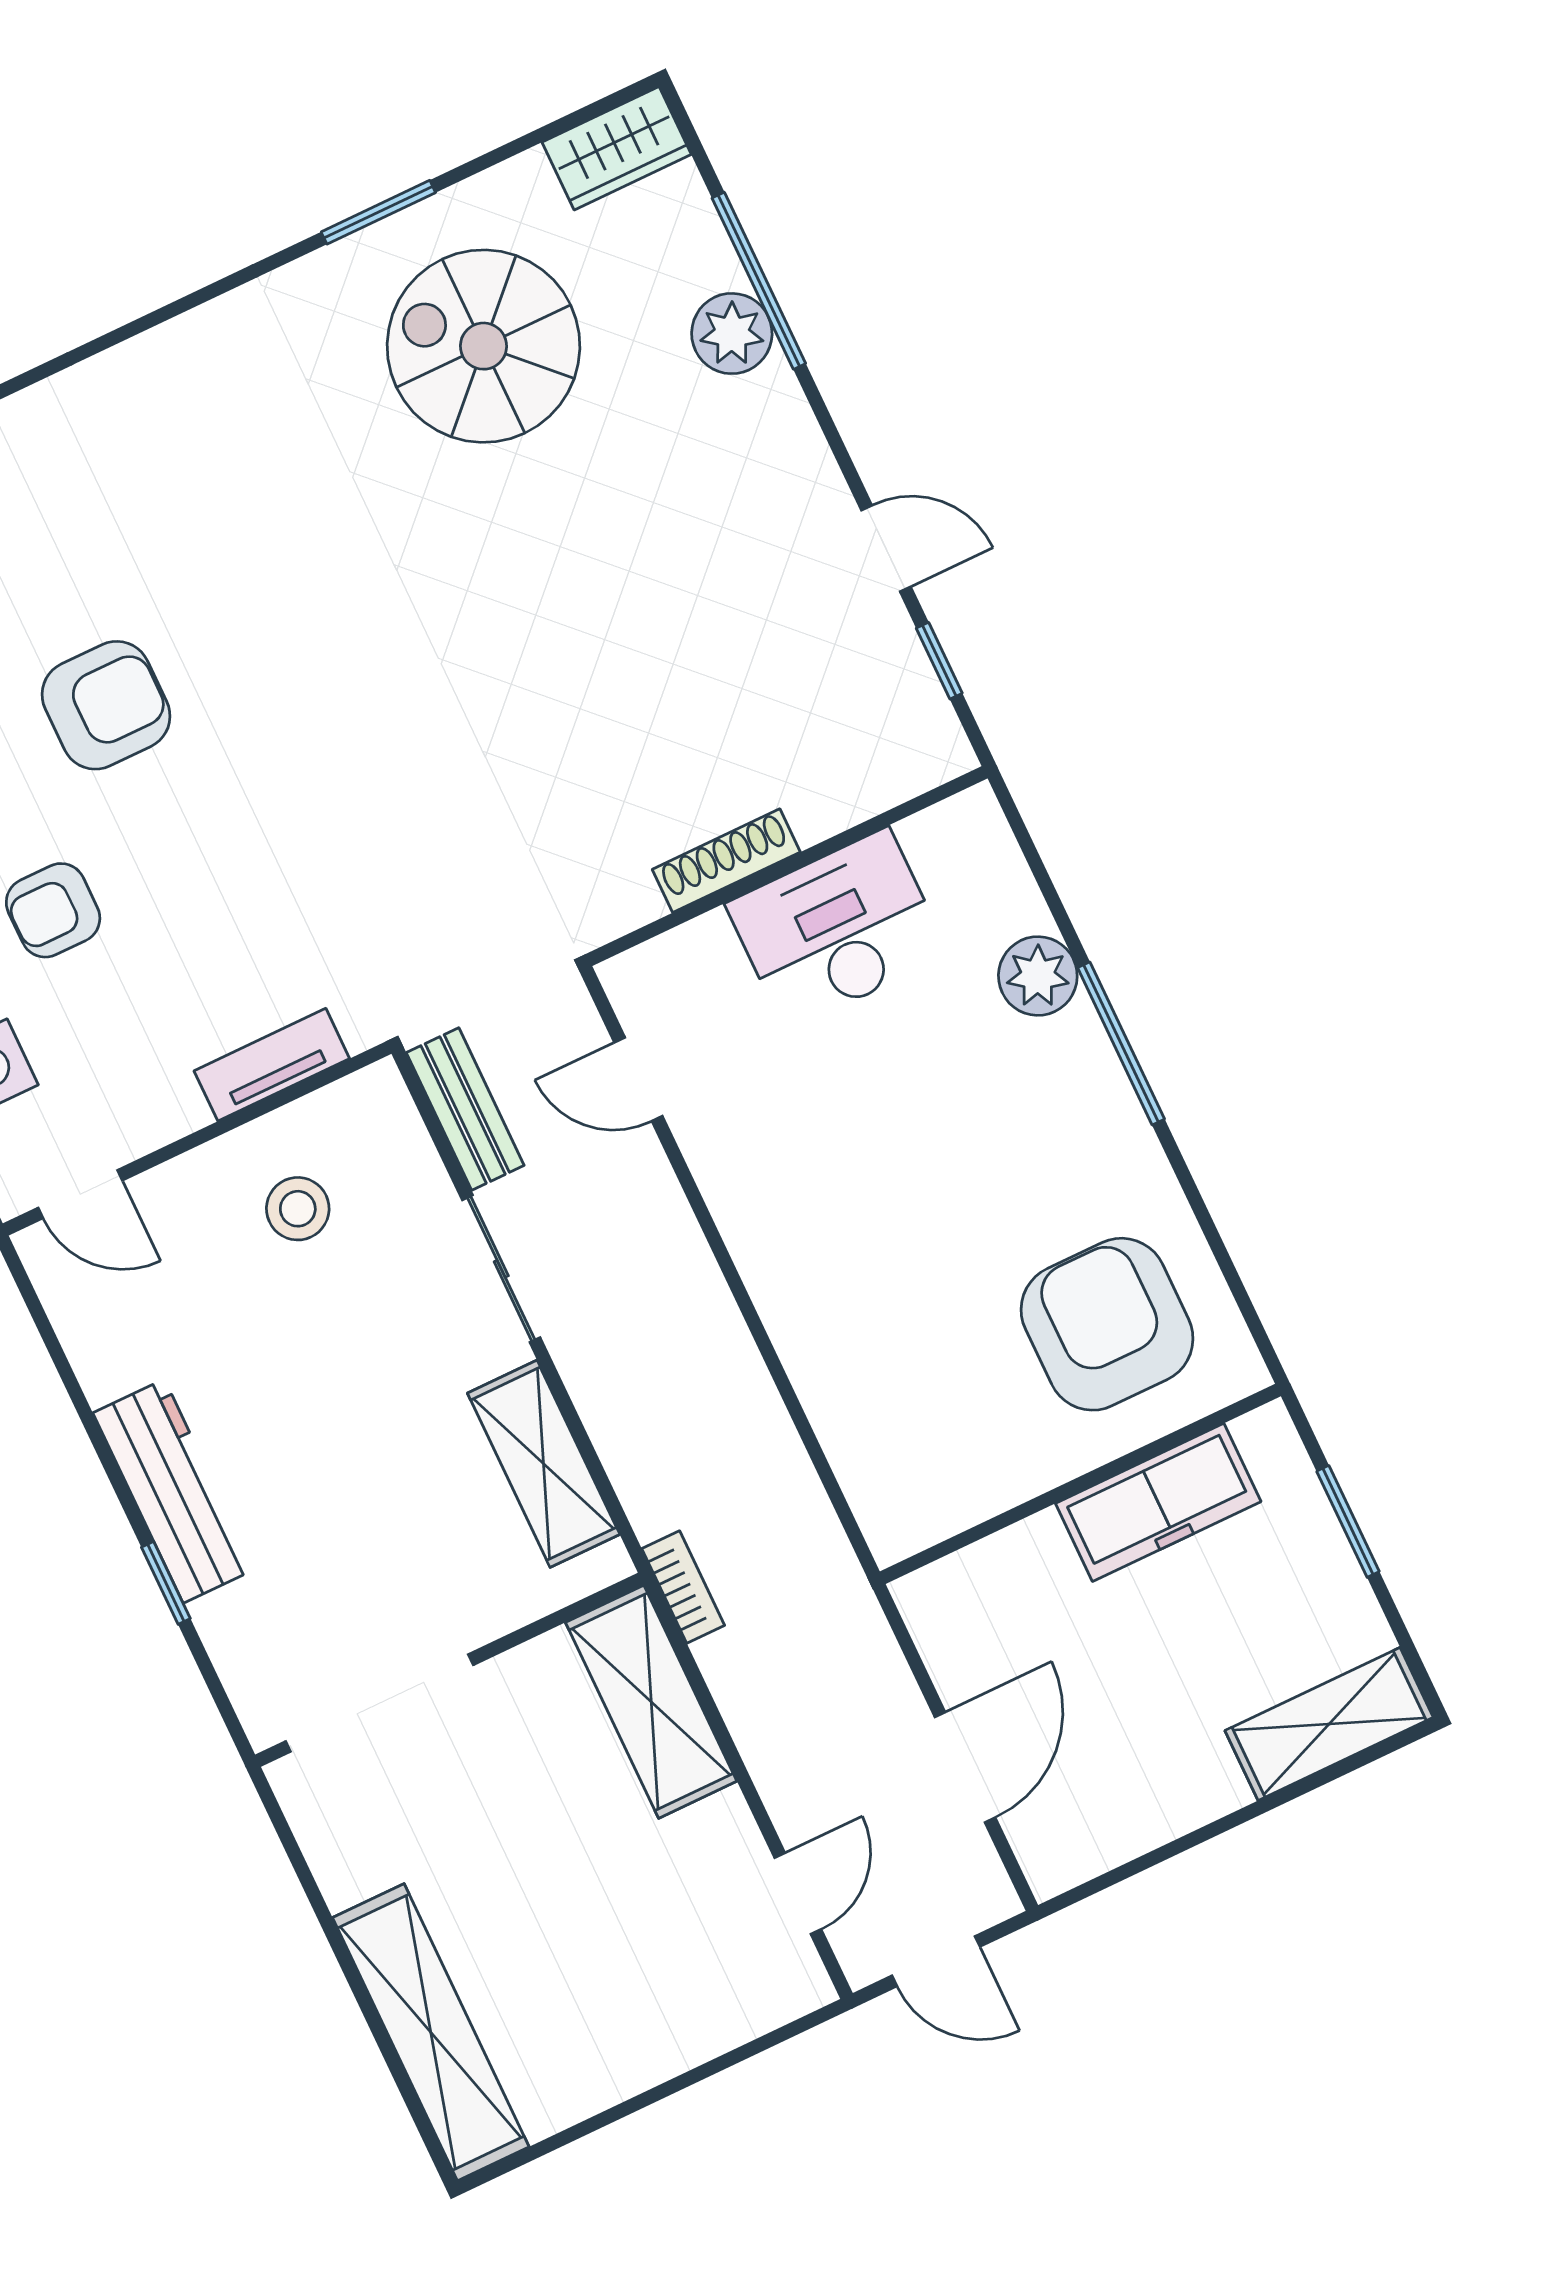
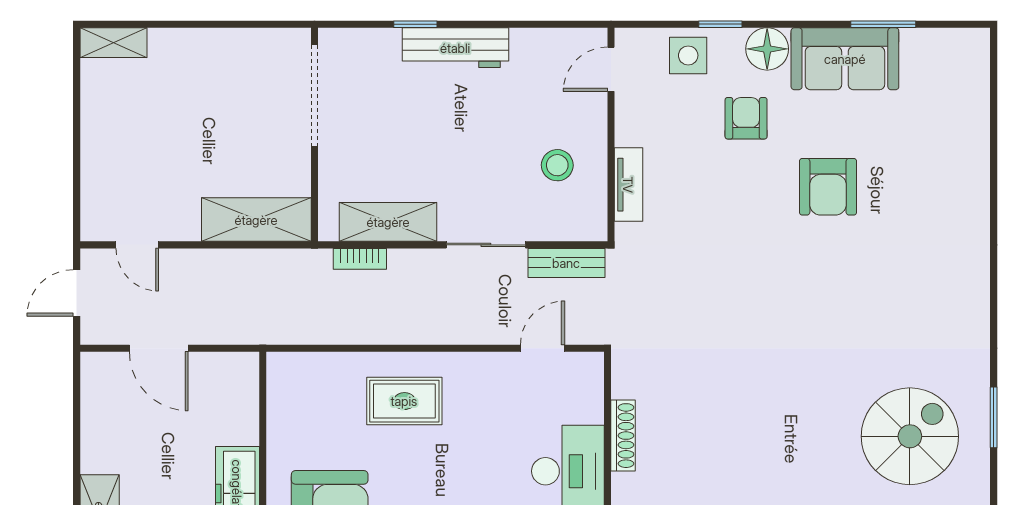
rug: (851, 1282) -> (404, 401), added
bookcase: (683, 1587) -> (360, 259), moved
shelving: (431, 2032) -> (113, 43), width x0.45, depth x0.75

